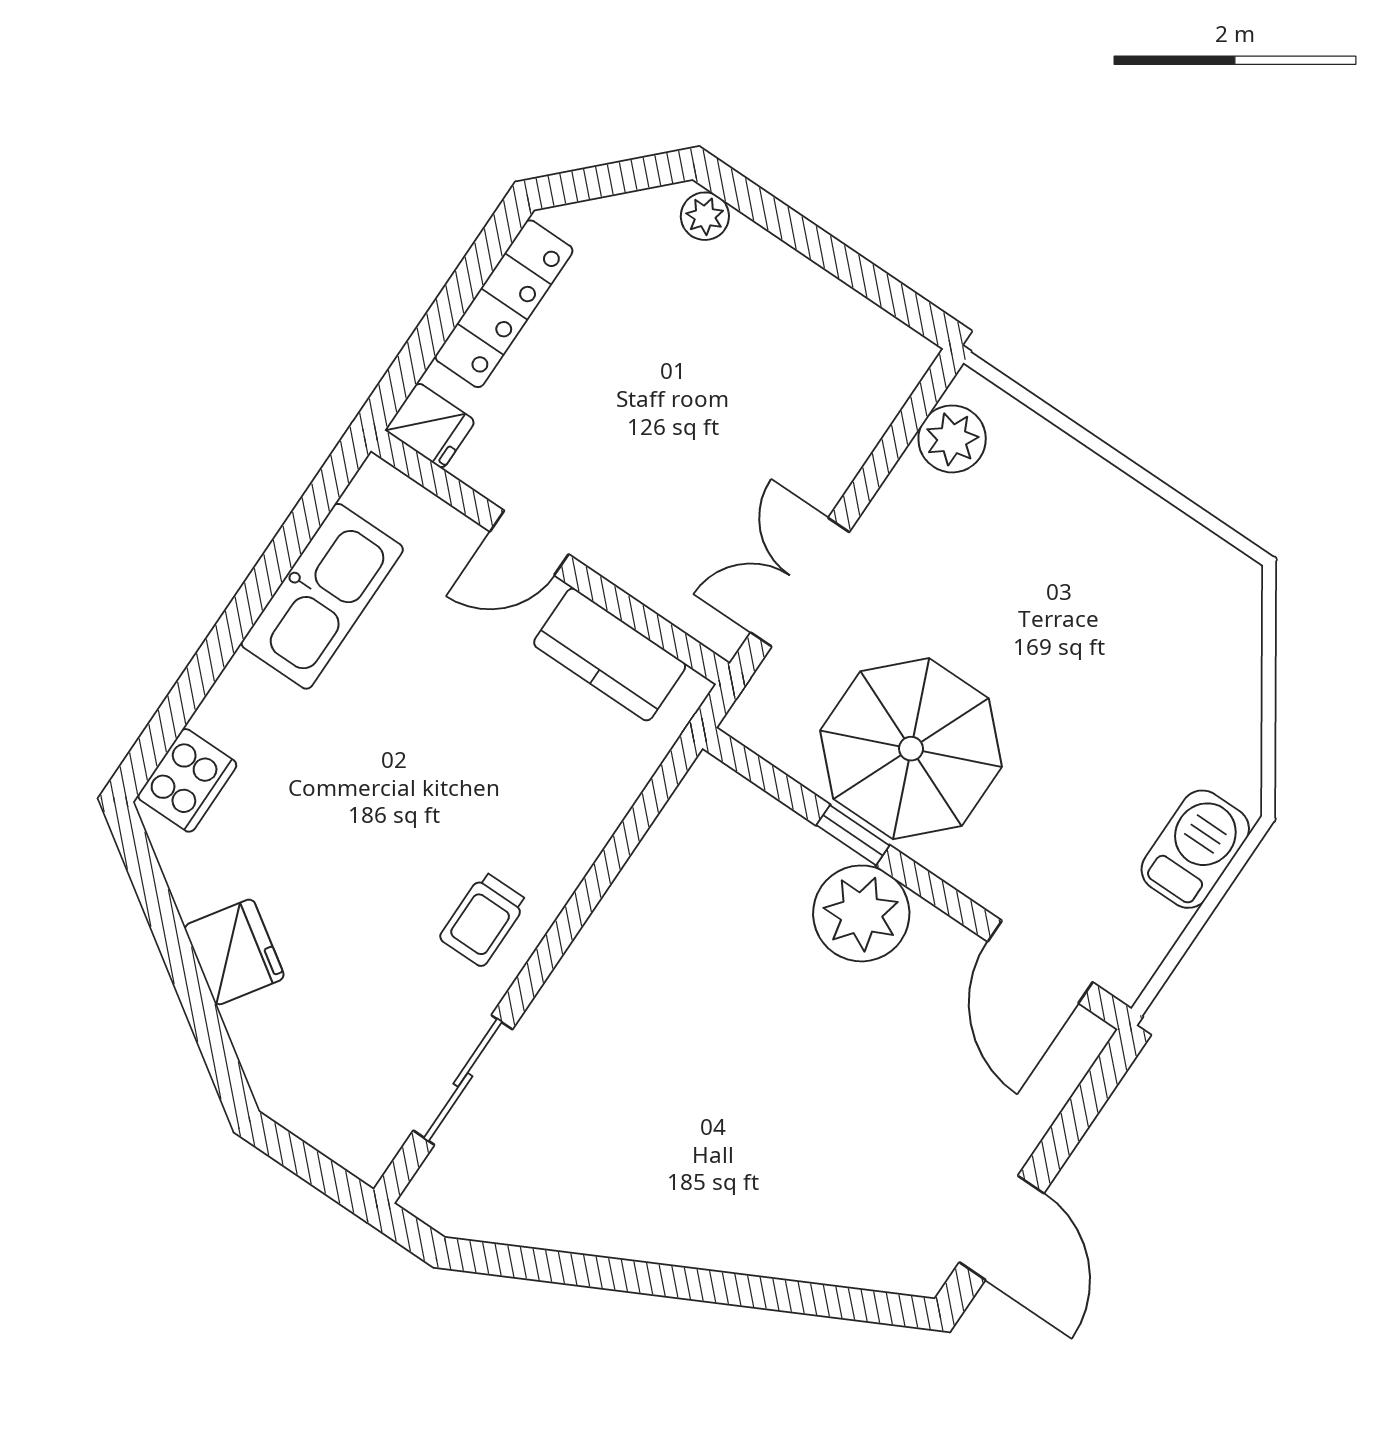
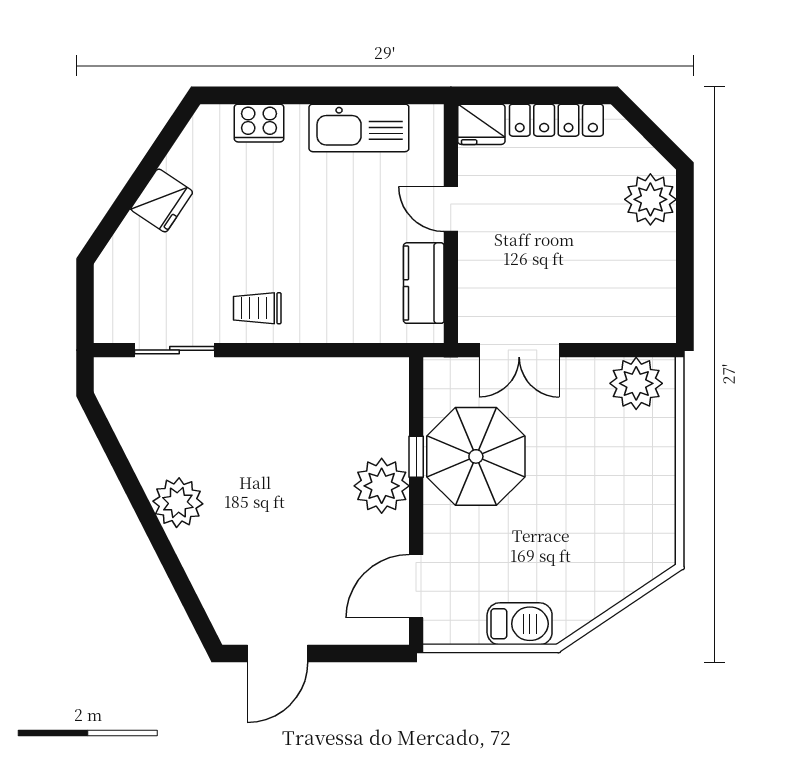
plant: (705, 216) -> (650, 199), width x1.88, depth x1.88
fridge: (430, 426) -> (481, 124), width x1.38
plant: (952, 439) -> (636, 383), width x1.36, depth x1.36
double door: (800, 582) -> (519, 350), swing flipped
cooker: (187, 780) -> (259, 123), moved
plant: (686, 1224) -> (178, 503), added

